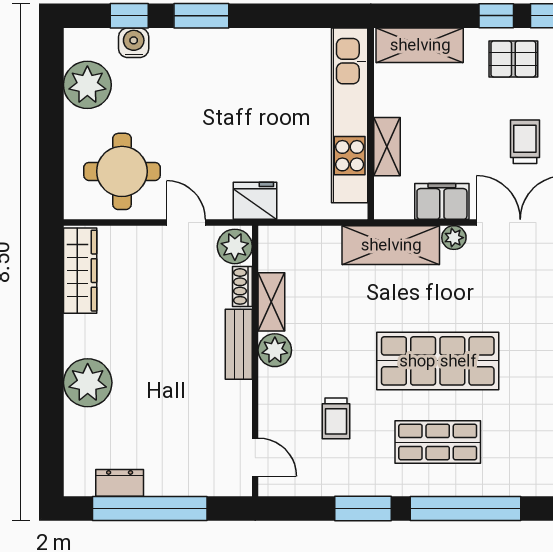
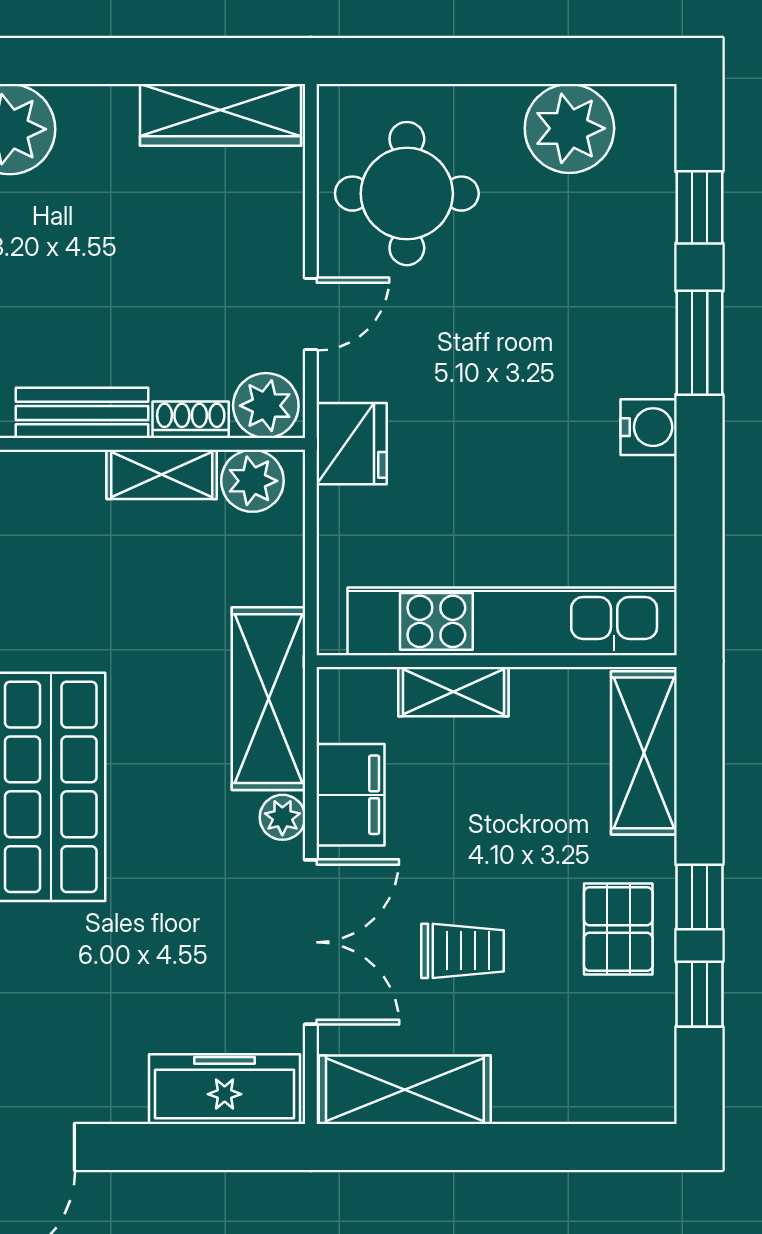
water cooler: (134, 43) -> (649, 427), moved
plant: (275, 350) -> (252, 481), moved

